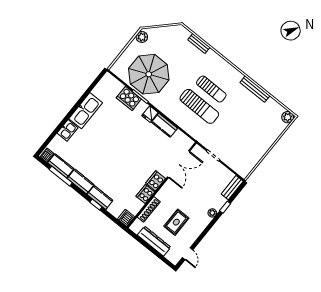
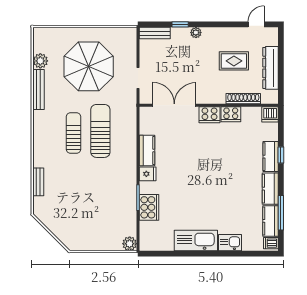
plant: (142, 37) -> (130, 244), moved
parasol: (149, 74) -> (89, 66), moved
plant: (288, 117) -> (40, 61), moved

